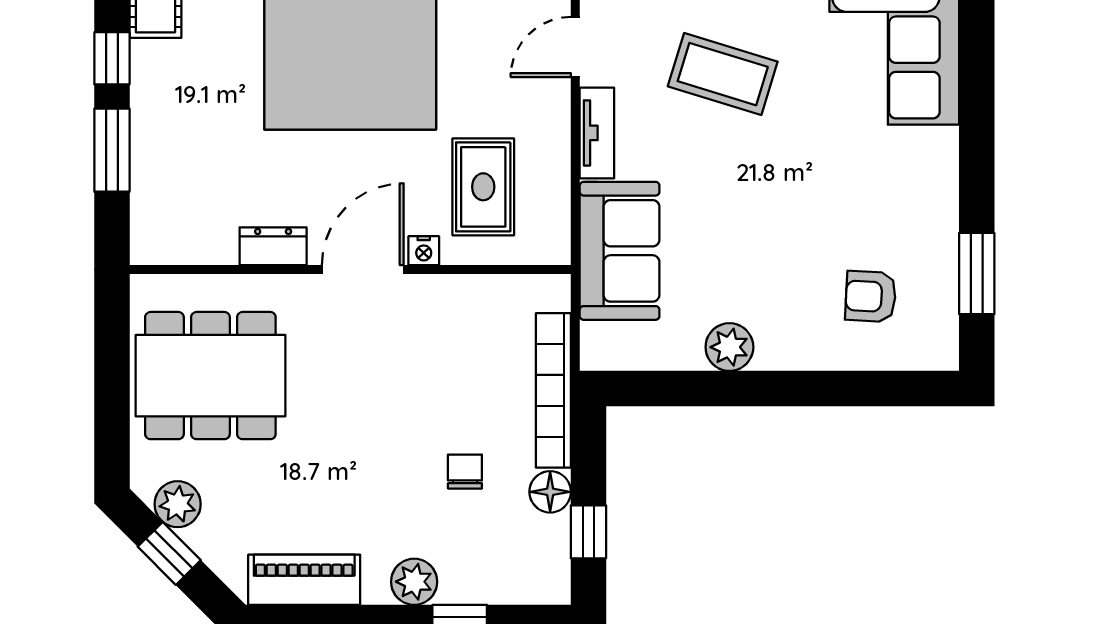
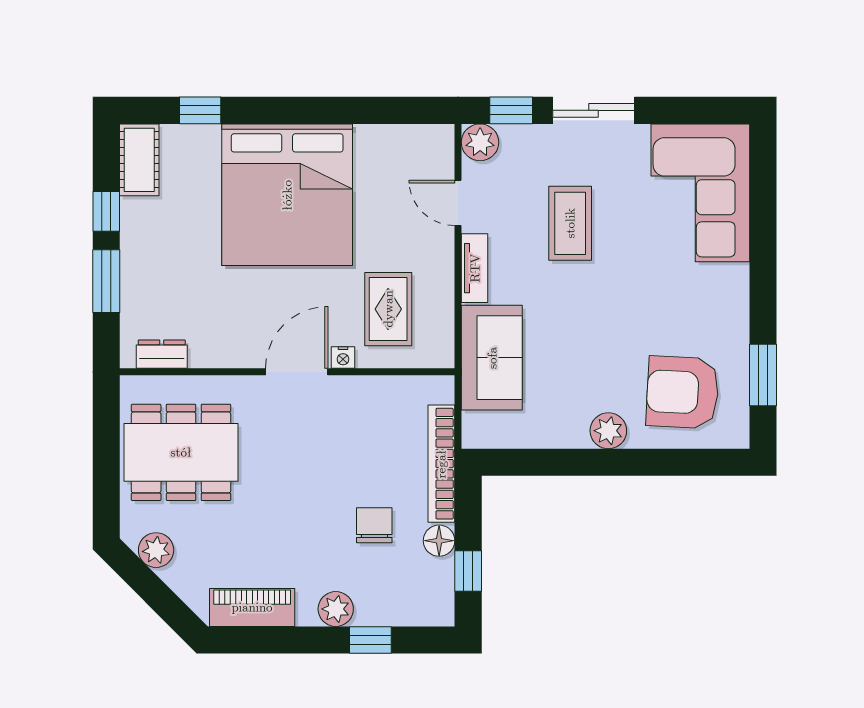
door: (575, 47) -> (458, 203), hinge flipped
coffee table: (723, 74) -> (570, 223), turned 73
dresser: (273, 246) -> (162, 354), moved
armchair: (871, 296) -> (682, 392), width x1.88, depth x1.88
plant: (729, 347) -> (608, 431), moved
chair: (465, 472) -> (374, 525), width x1.37, depth x1.37
window: (169, 553) -> (150, 587), removed

